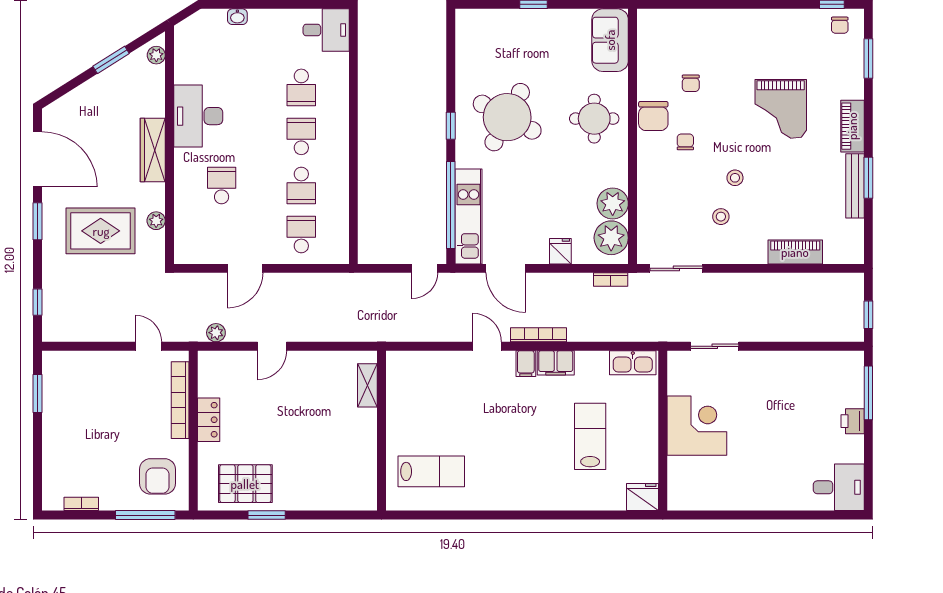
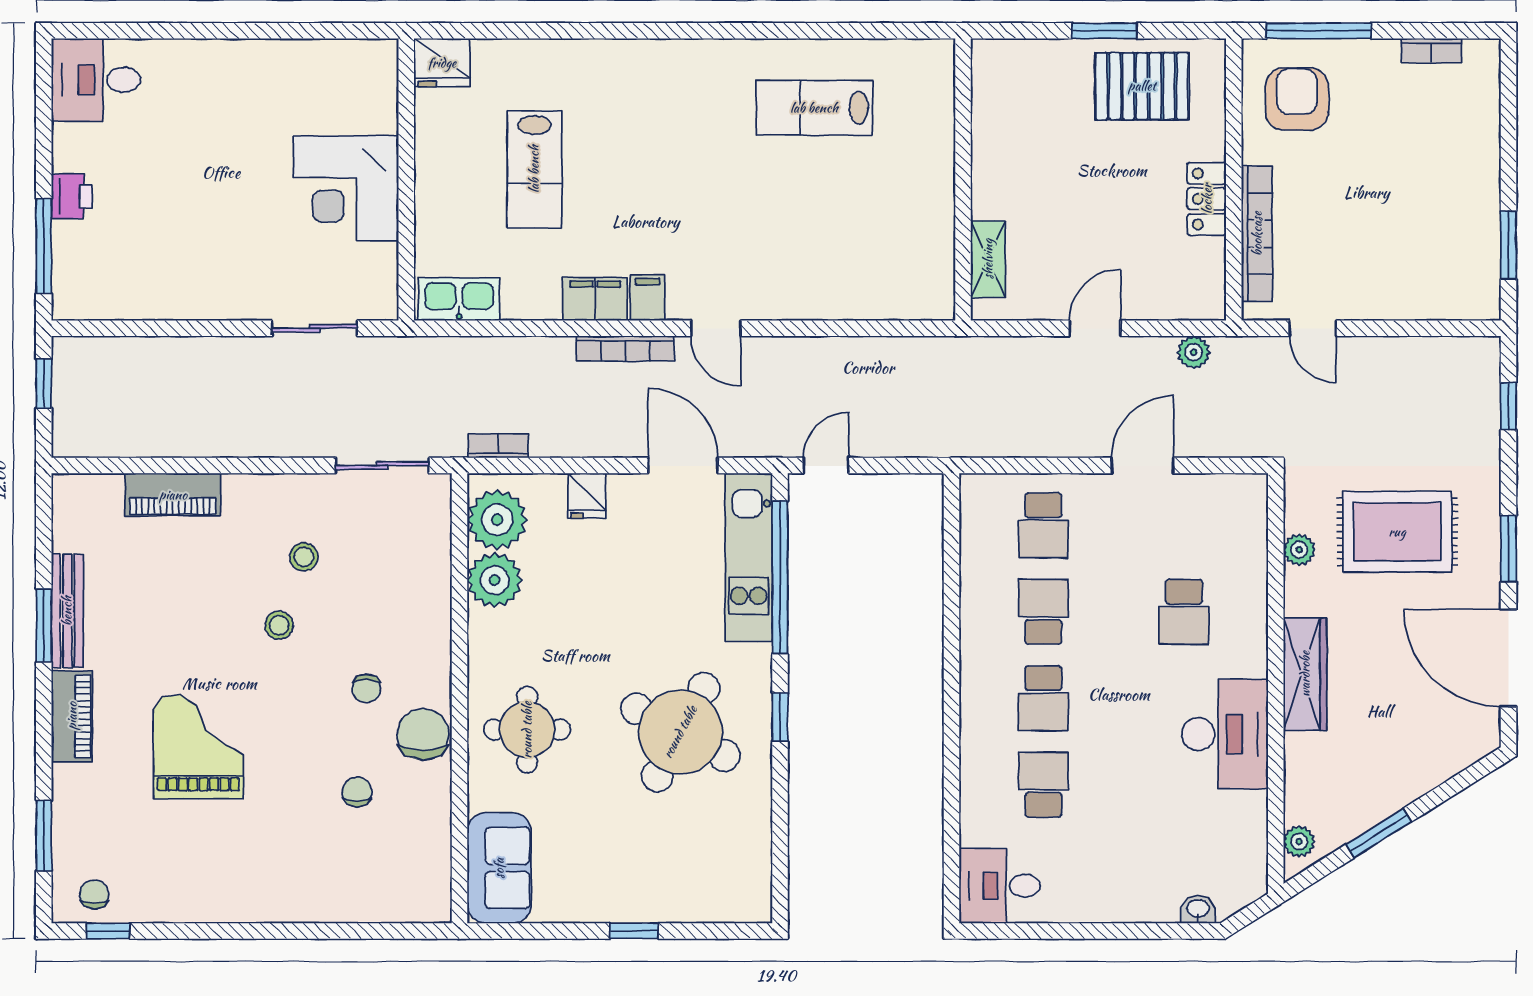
washbasin: (237, 17) -> (1198, 909), moved
shelving: (367, 385) -> (988, 259), moved
wall: (382, 431) -> (963, 180), moved

